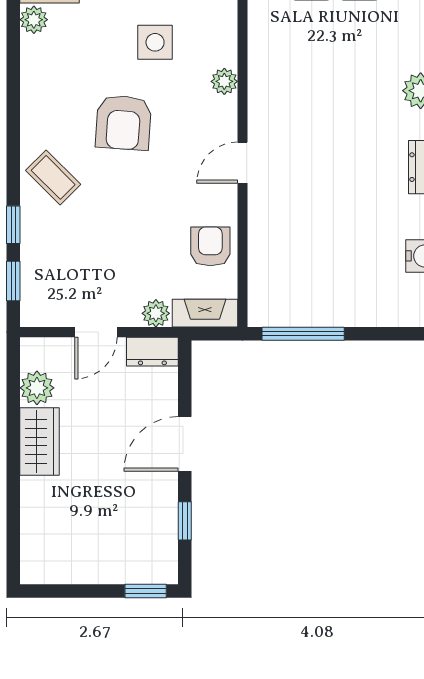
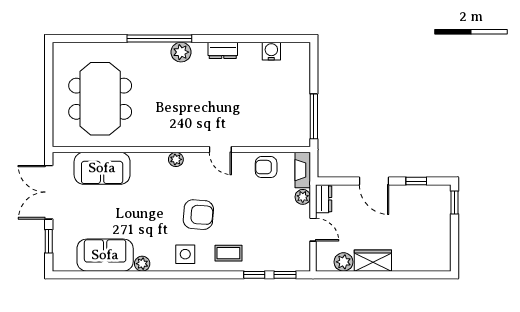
side table: (155, 42) -> (185, 254), moved
coffee table: (53, 177) -> (228, 253), turned 45

